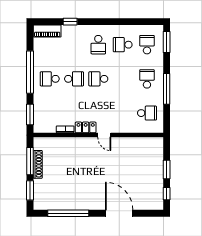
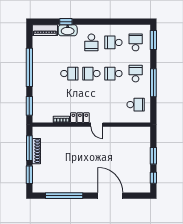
washbasin: (72, 31) -> (68, 30), added
school desk: (50, 79) -> (113, 74), moved

